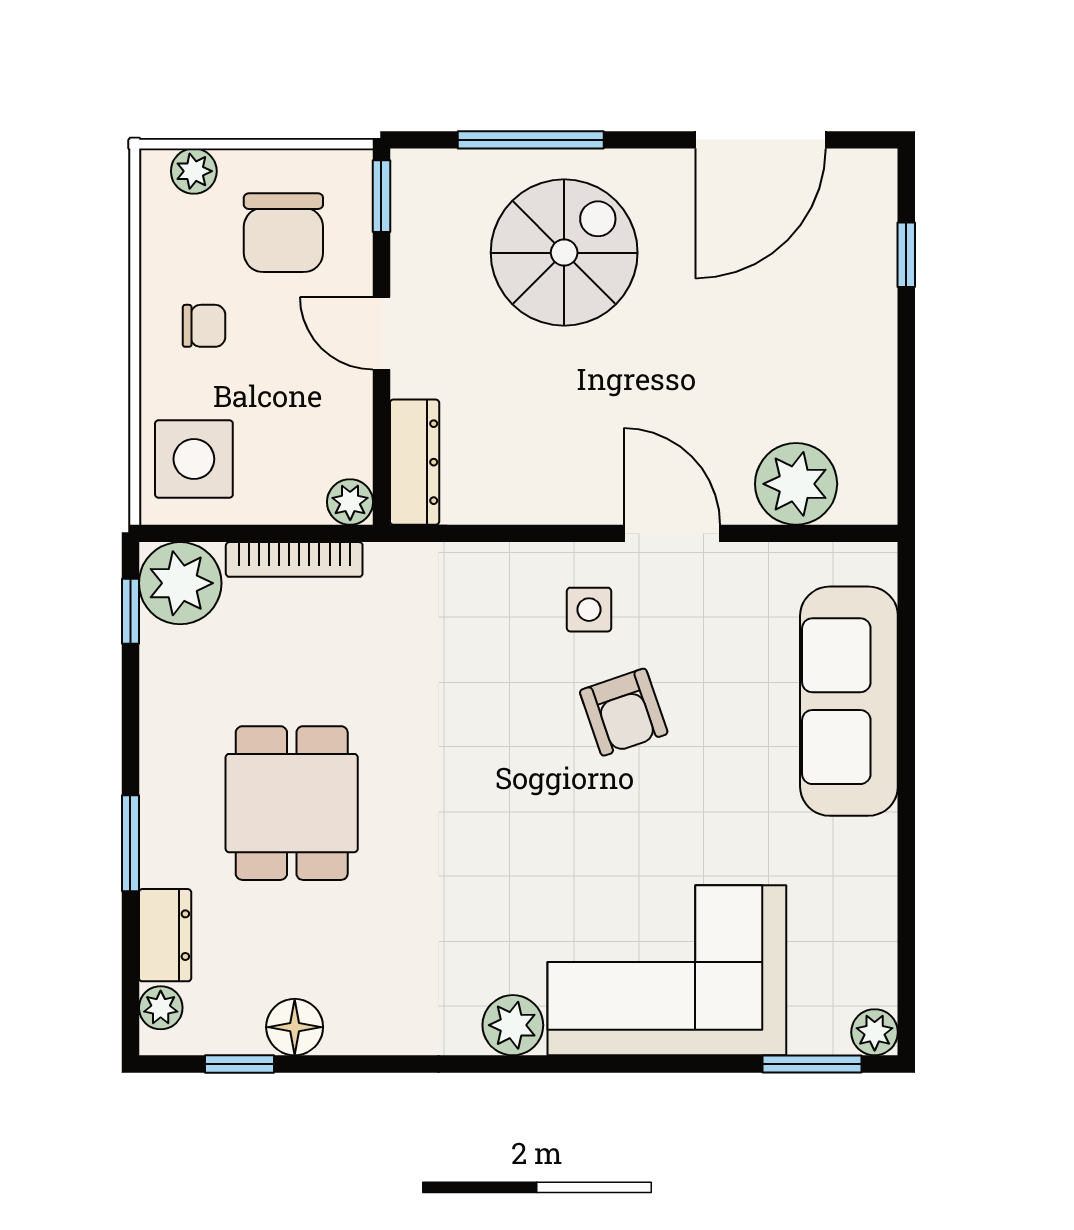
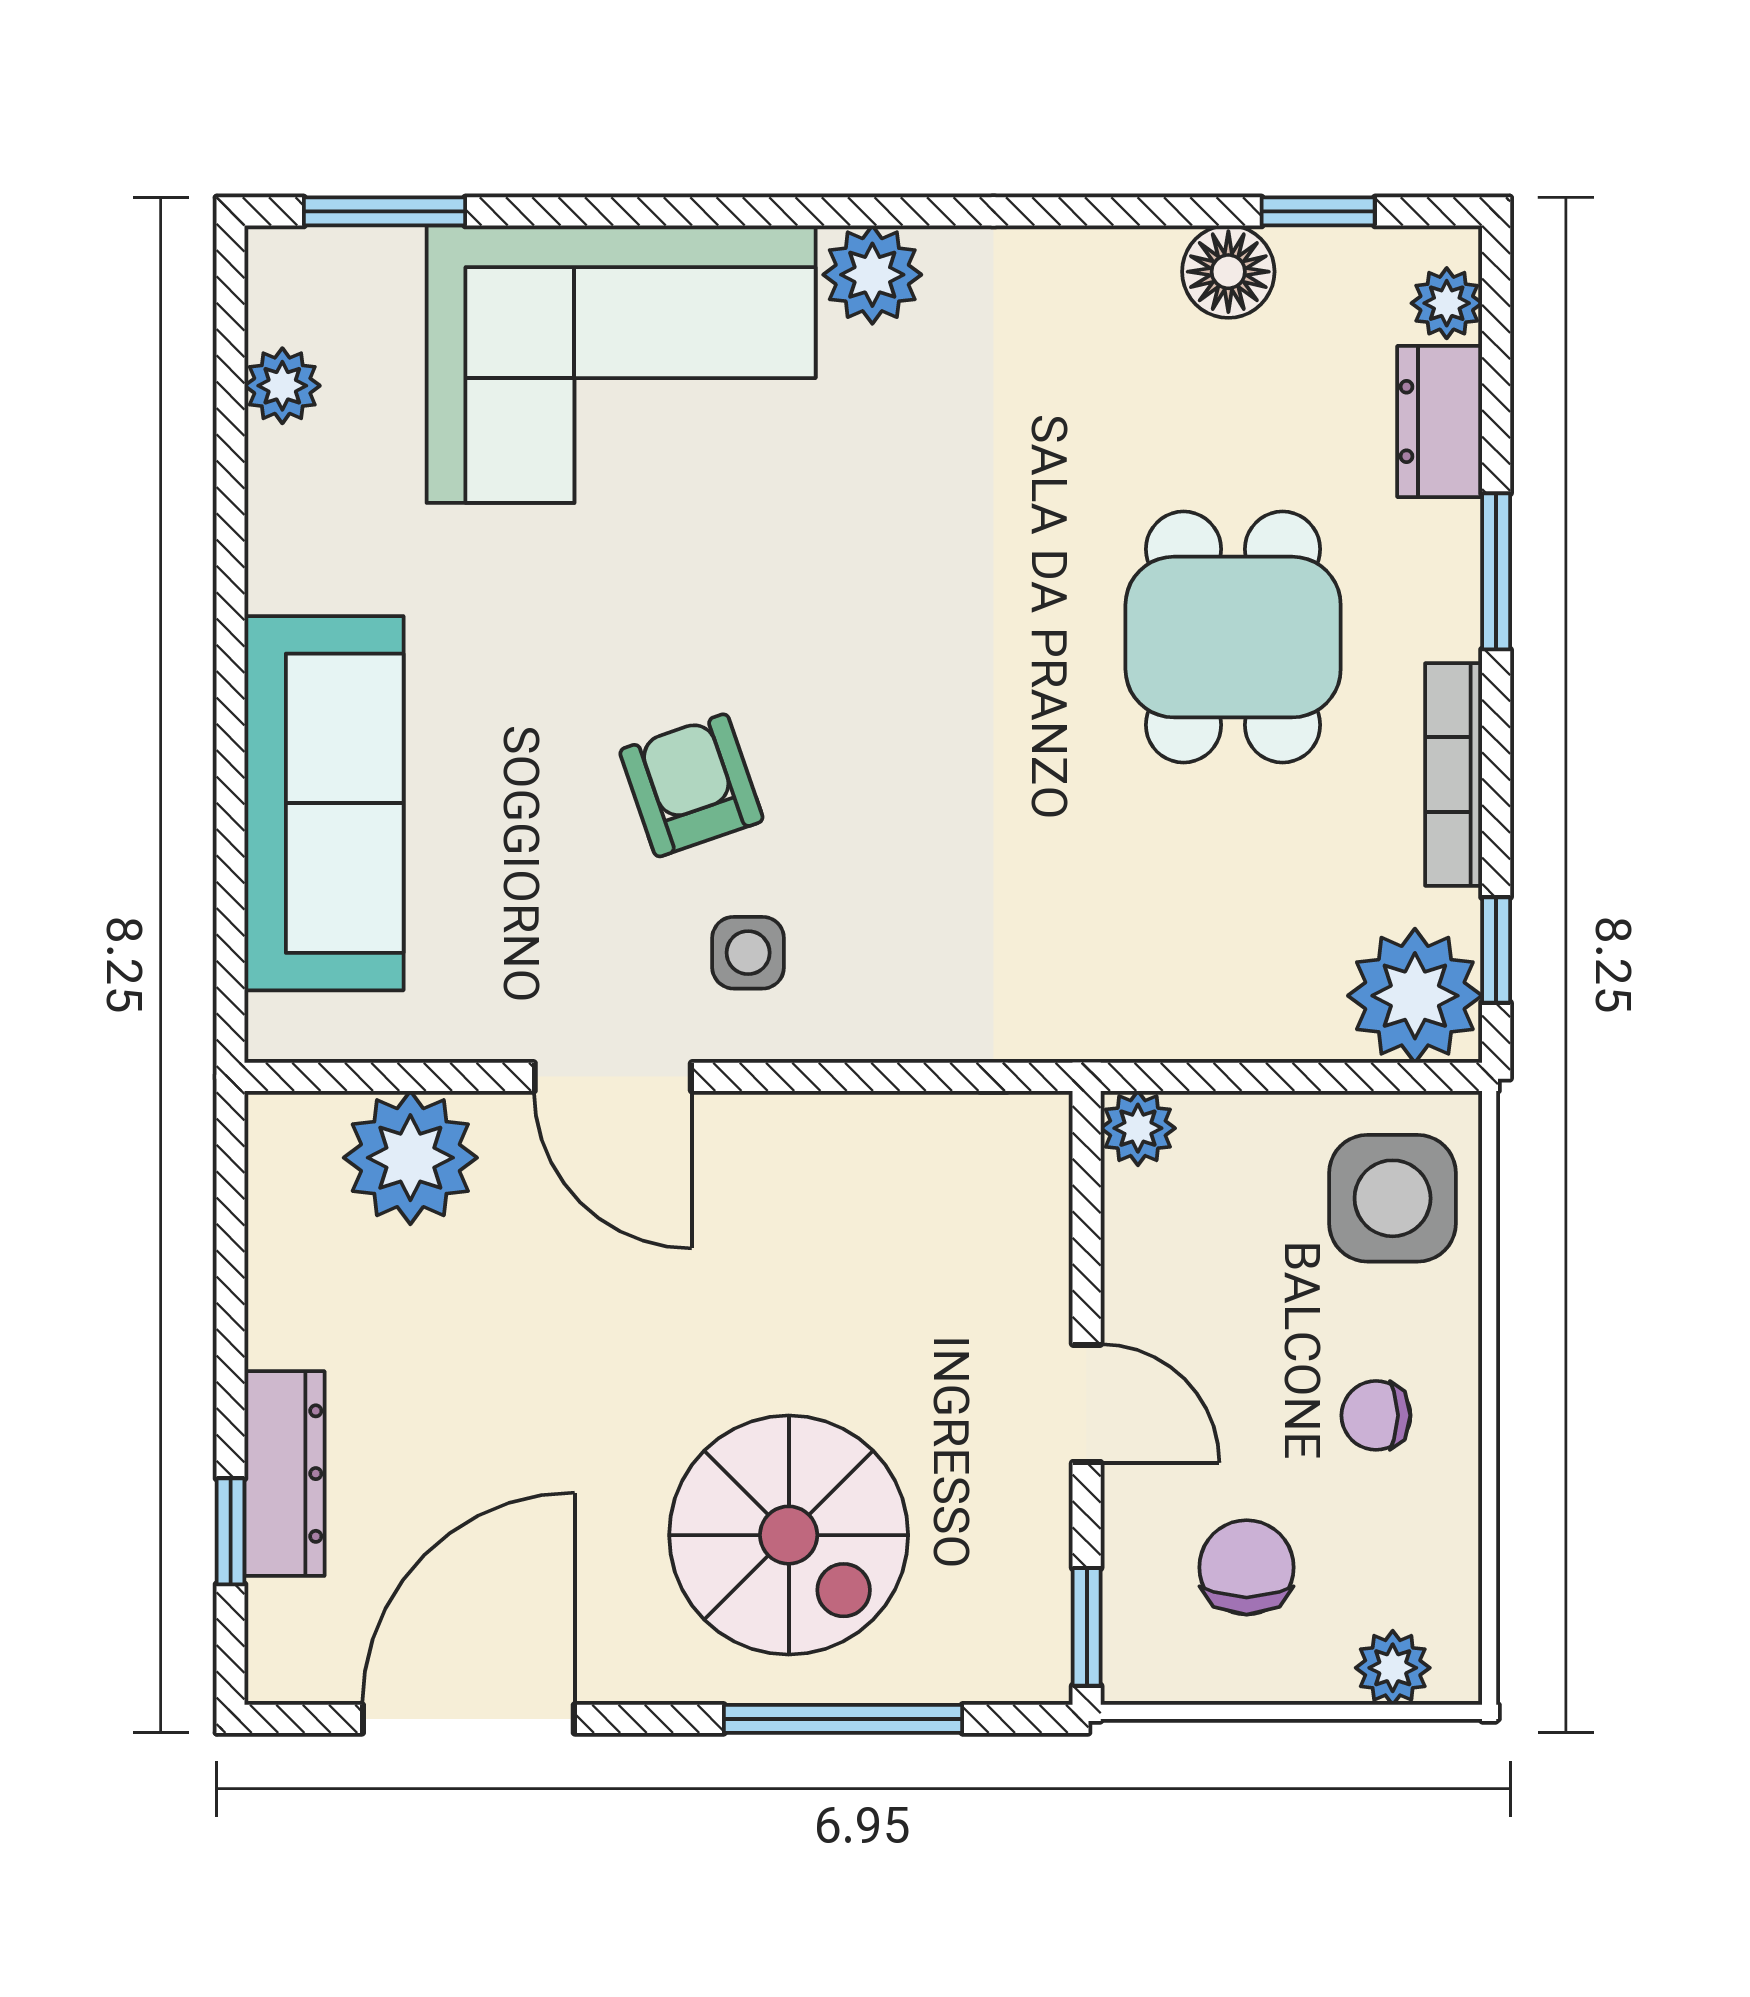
chair: (283, 233) -> (1247, 1567), width x0.73, depth x0.73
spiral stairs: (564, 253) -> (789, 1535), turned -90
dresser: (415, 462) -> (285, 1474), moved, turned 180
bookcase: (294, 559) -> (1454, 775), moved, turned -90
plant: (875, 1032) -> (282, 386), moved

